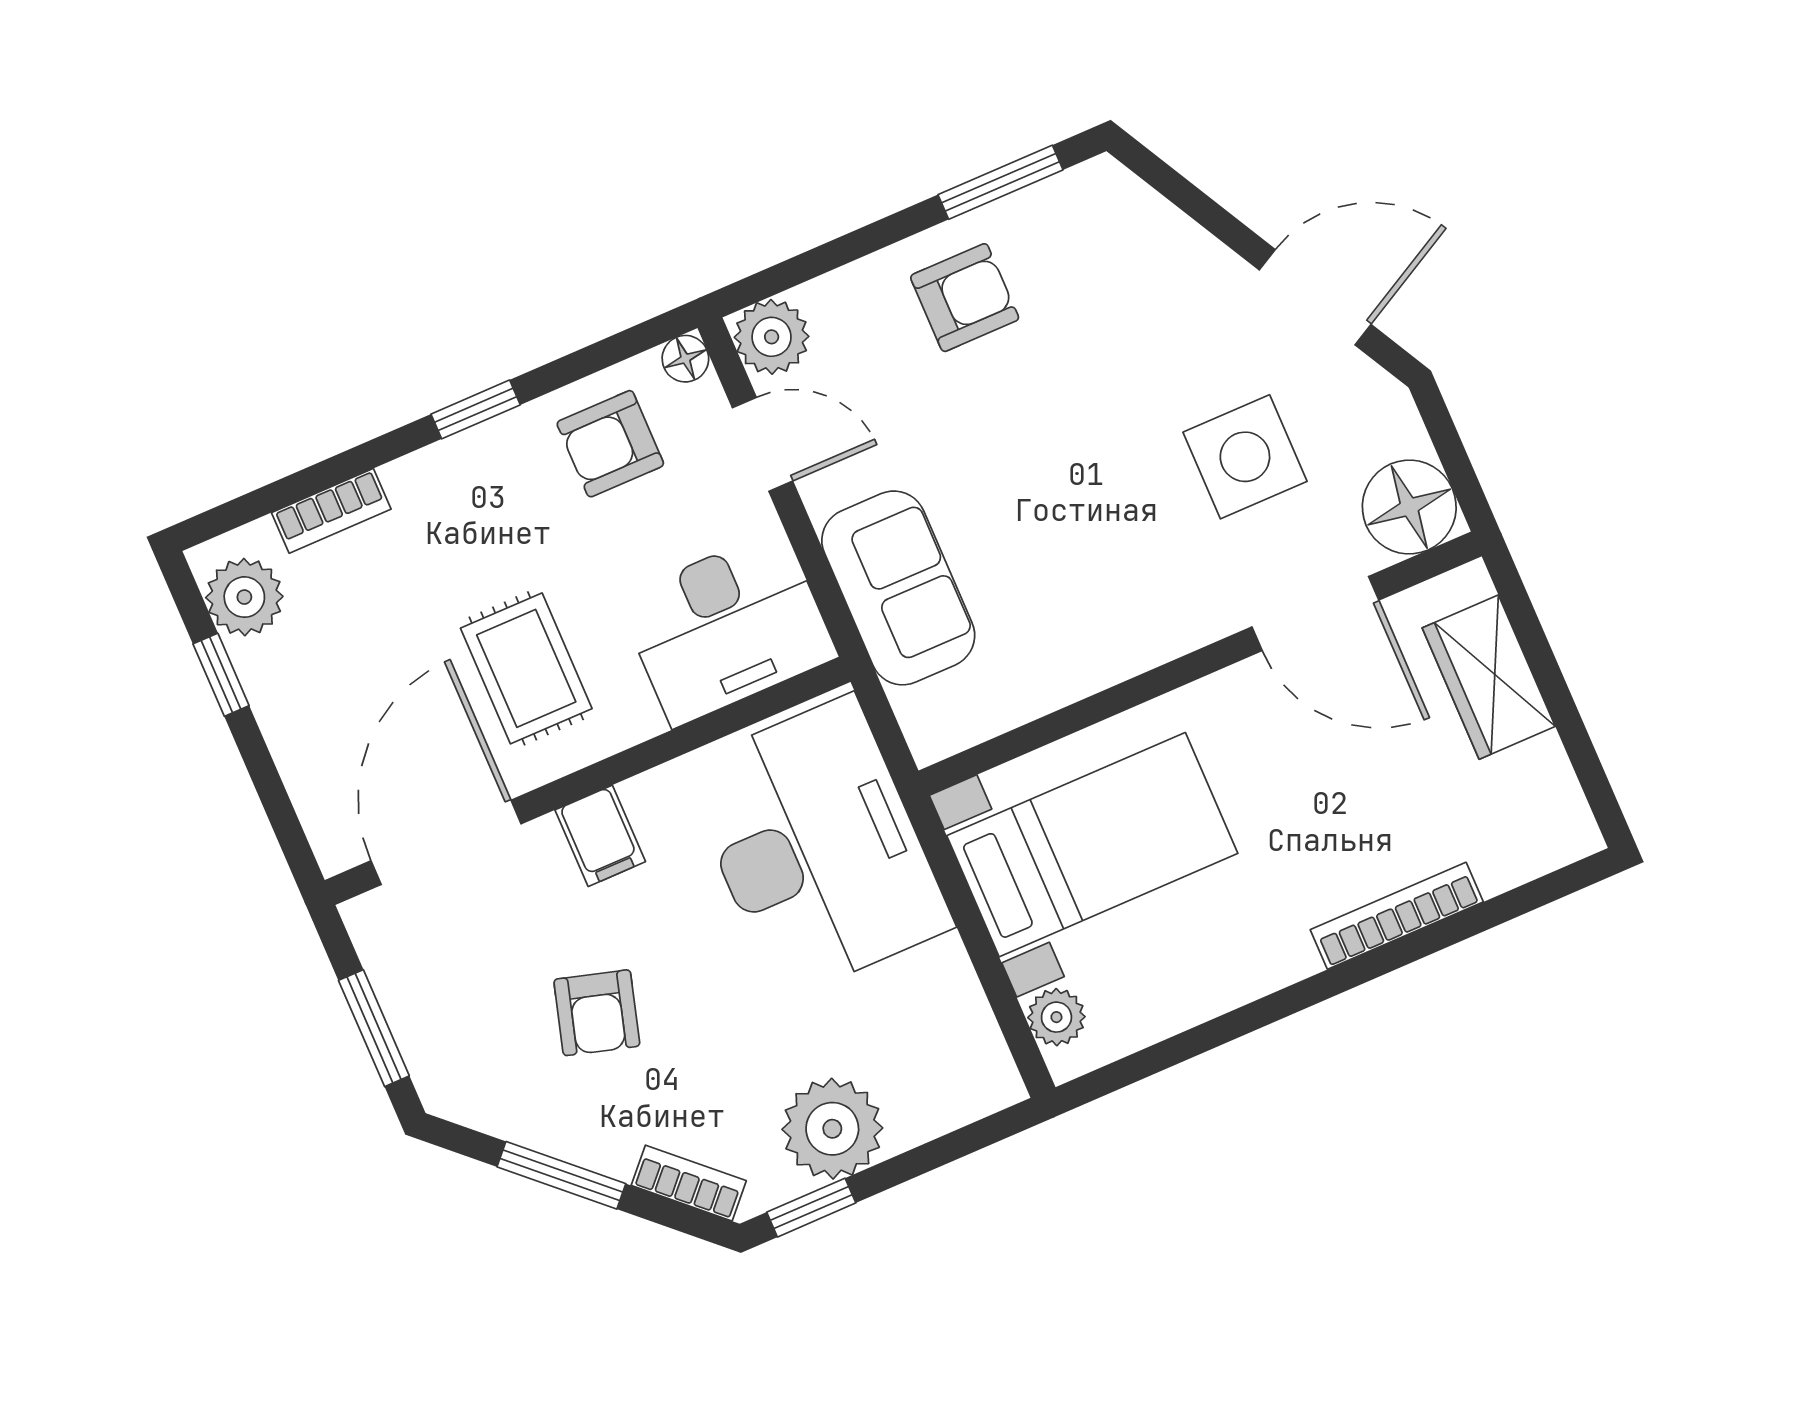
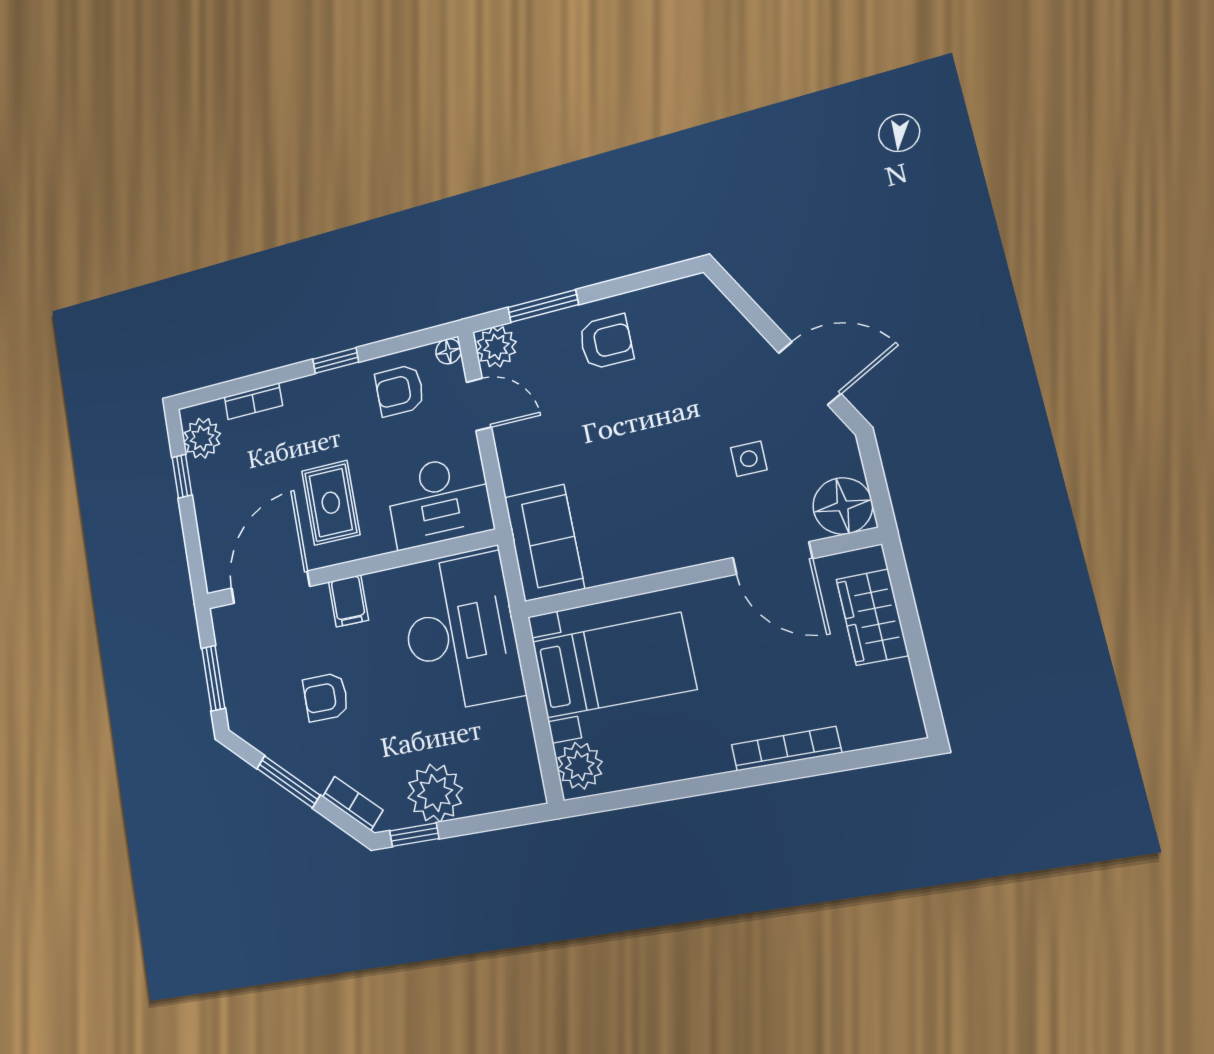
window: (1001, 182) -> (543, 306), moved
side table: (1245, 457) -> (749, 459), width x0.54, depth x0.54
sofa: (898, 588) -> (544, 543), moved
armchair: (597, 1013) -> (326, 697), turned 74
plant: (1056, 1017) -> (580, 766), width x1.38, depth x1.38

